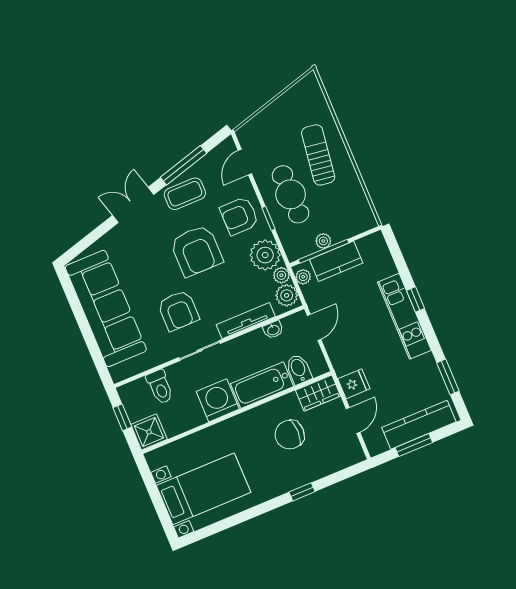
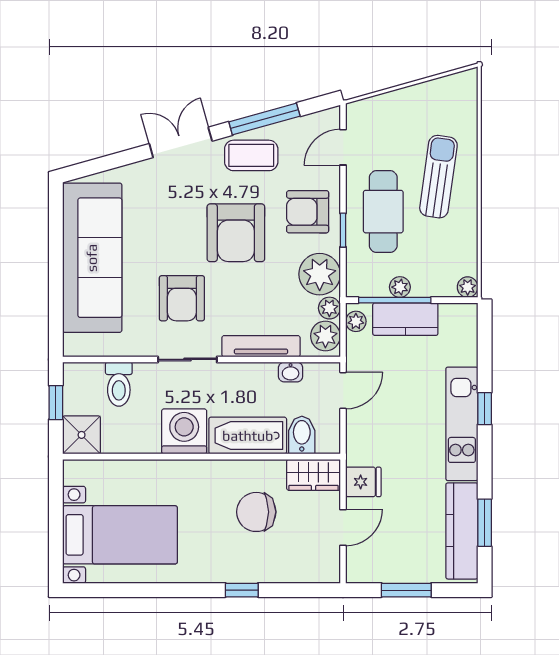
plant: (369, 222) -> (468, 287), added
kitchen counter: (419, 425) -> (462, 531), moved, turned -90

